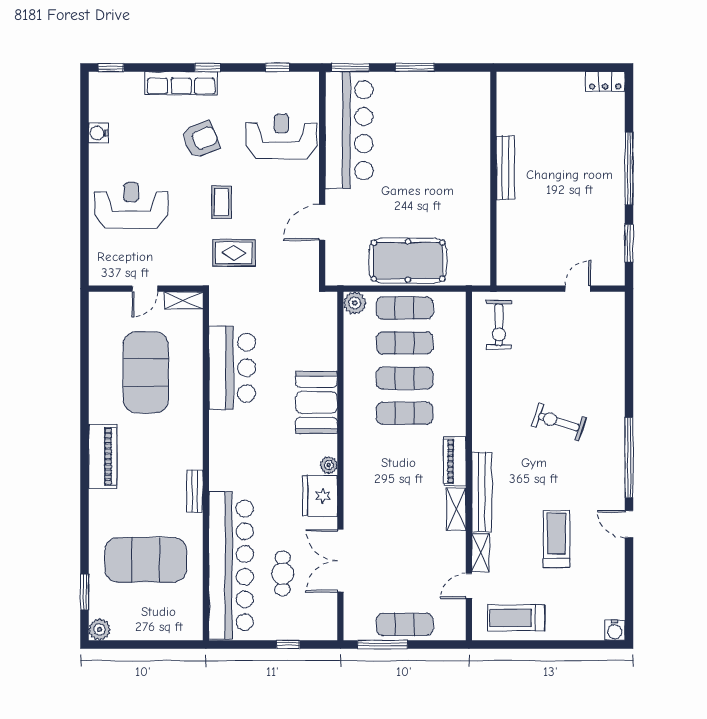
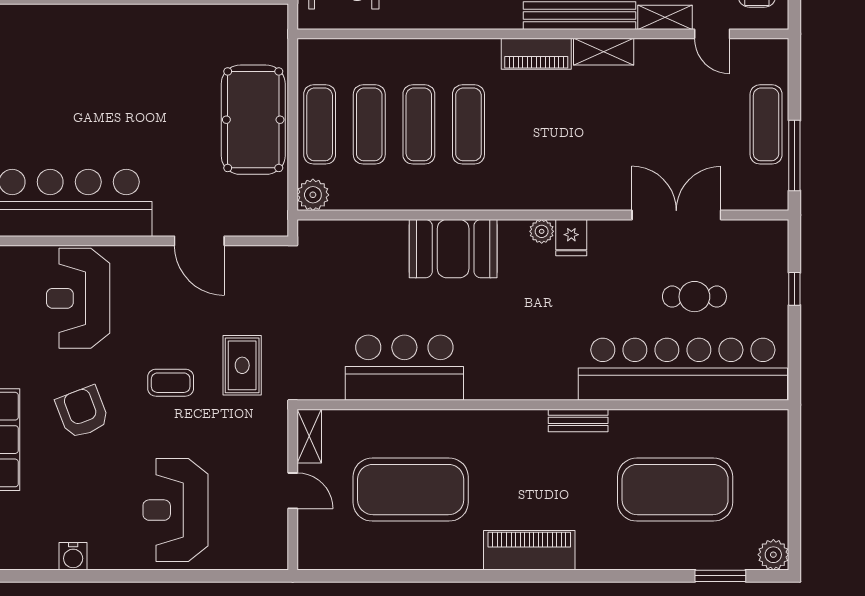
fridge: (320, 496) -> (571, 238), width x0.53, depth x0.75
exercise mat: (146, 560) -> (675, 490), turned 90
double door: (340, 561) -> (676, 215), swing flipped

